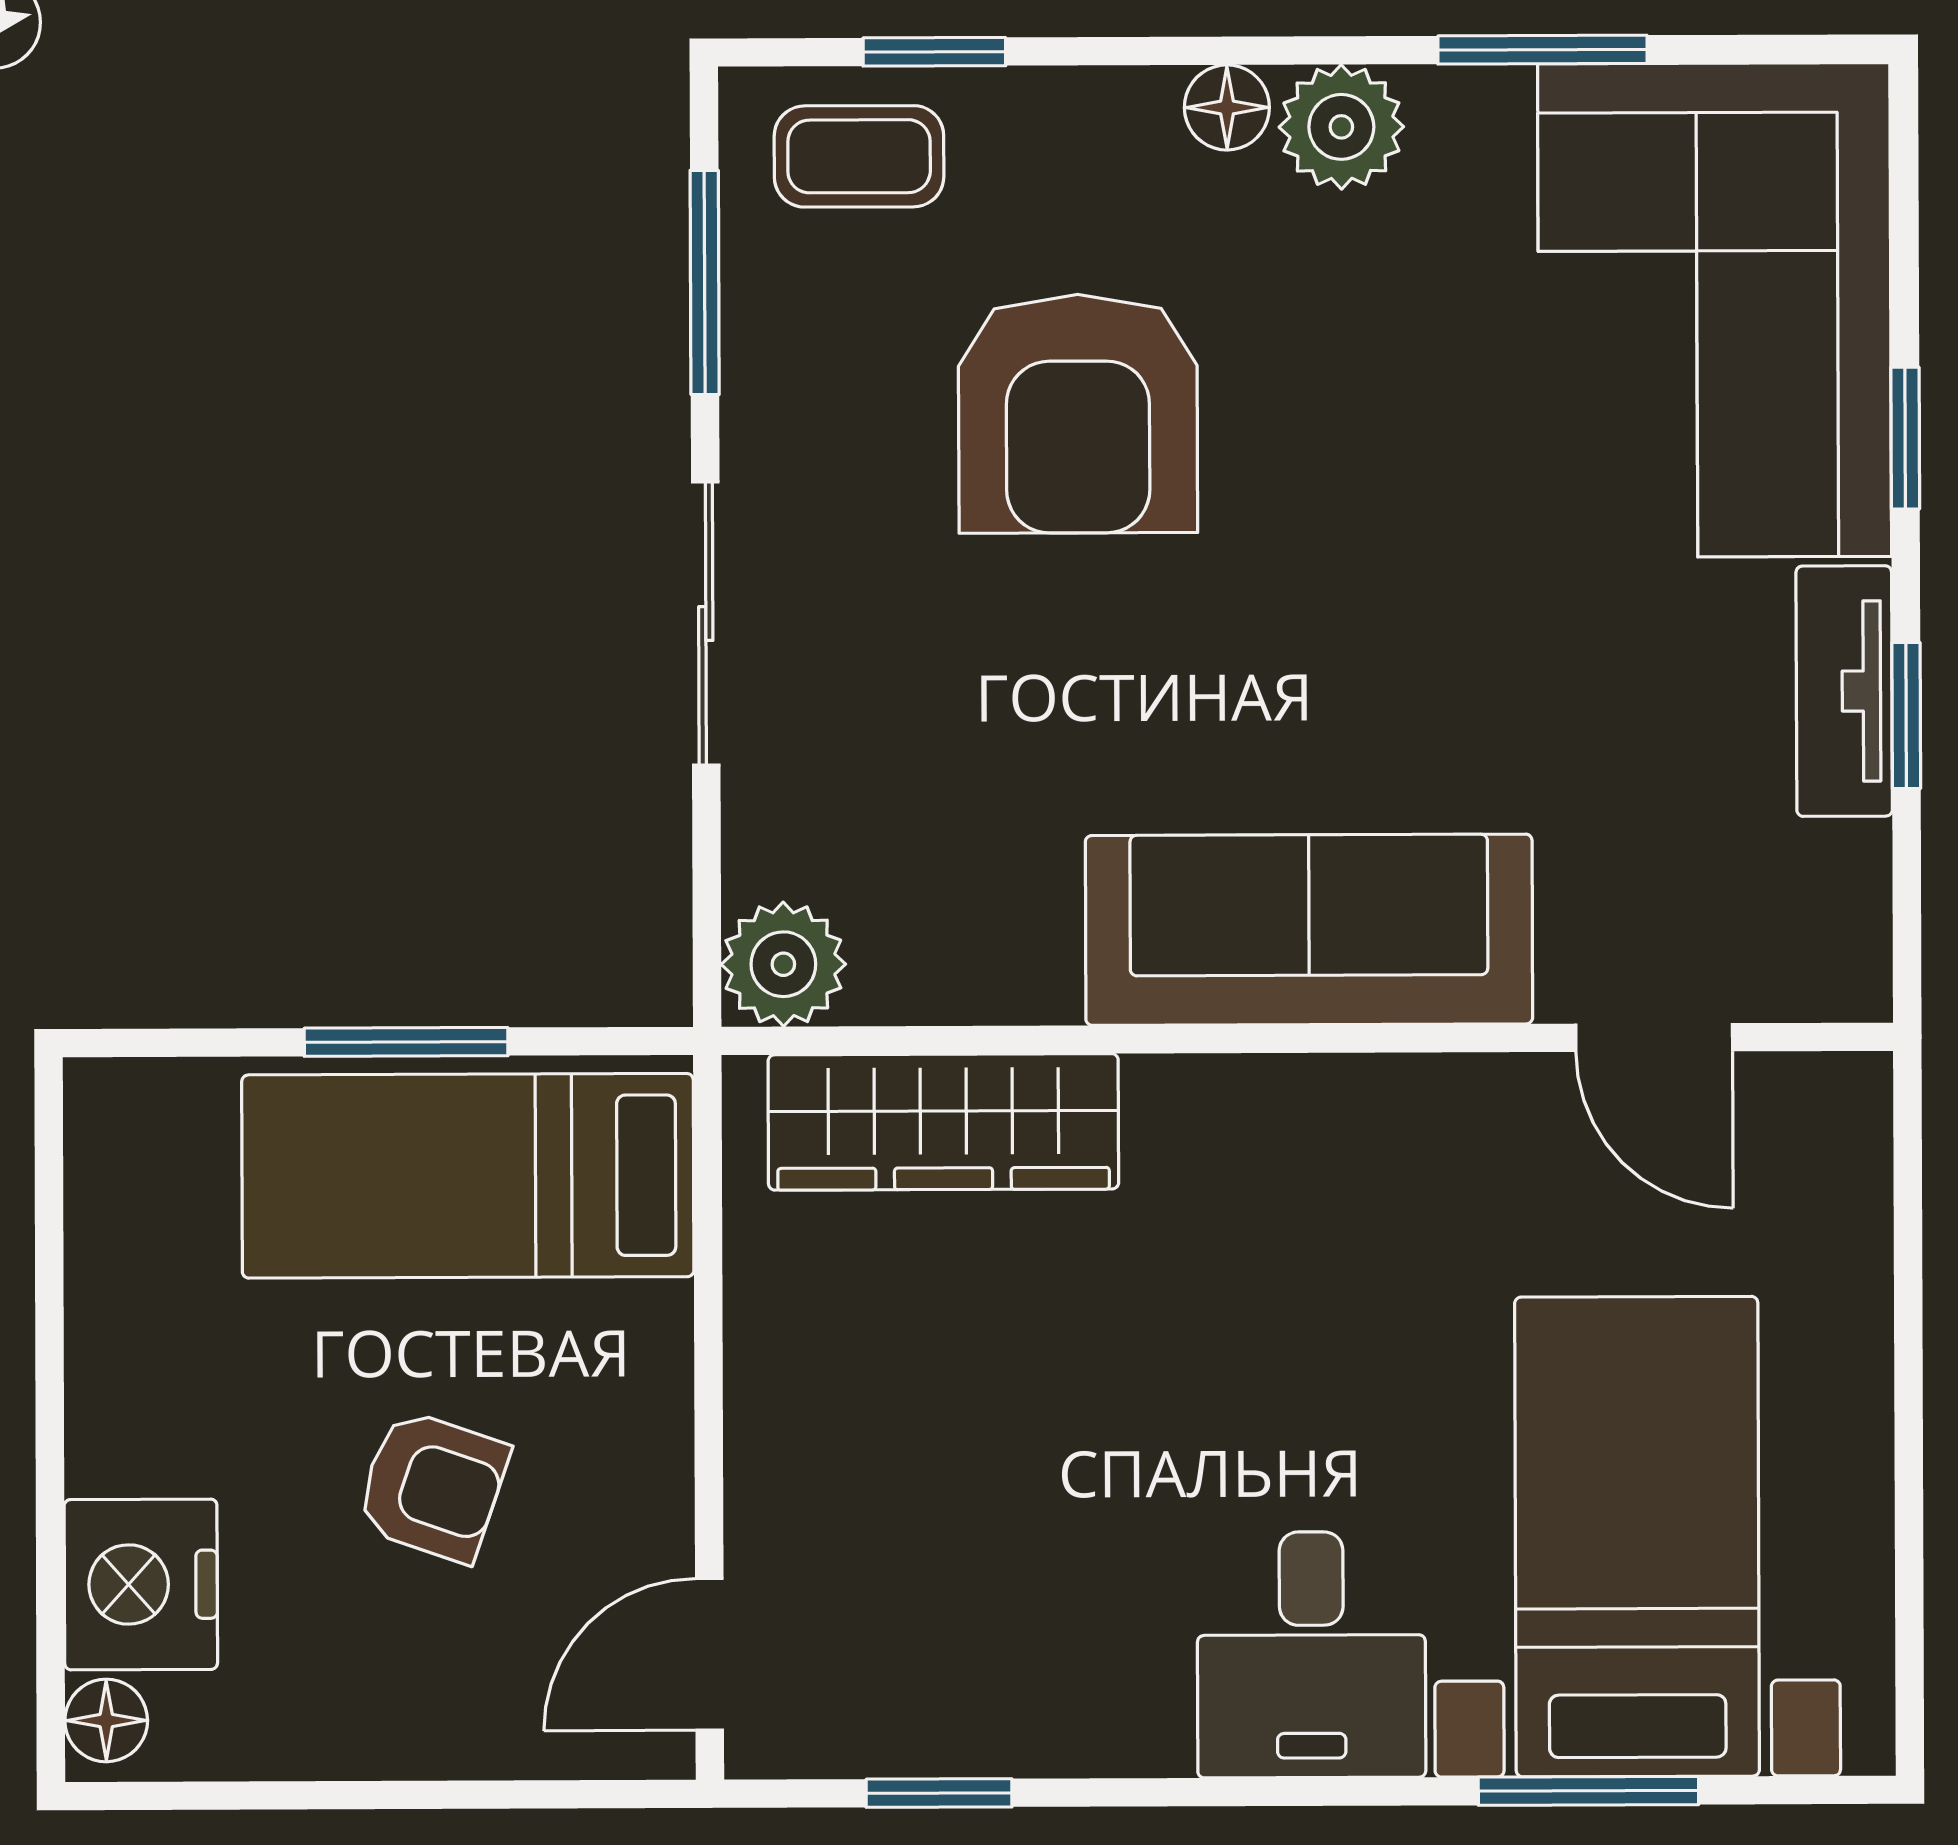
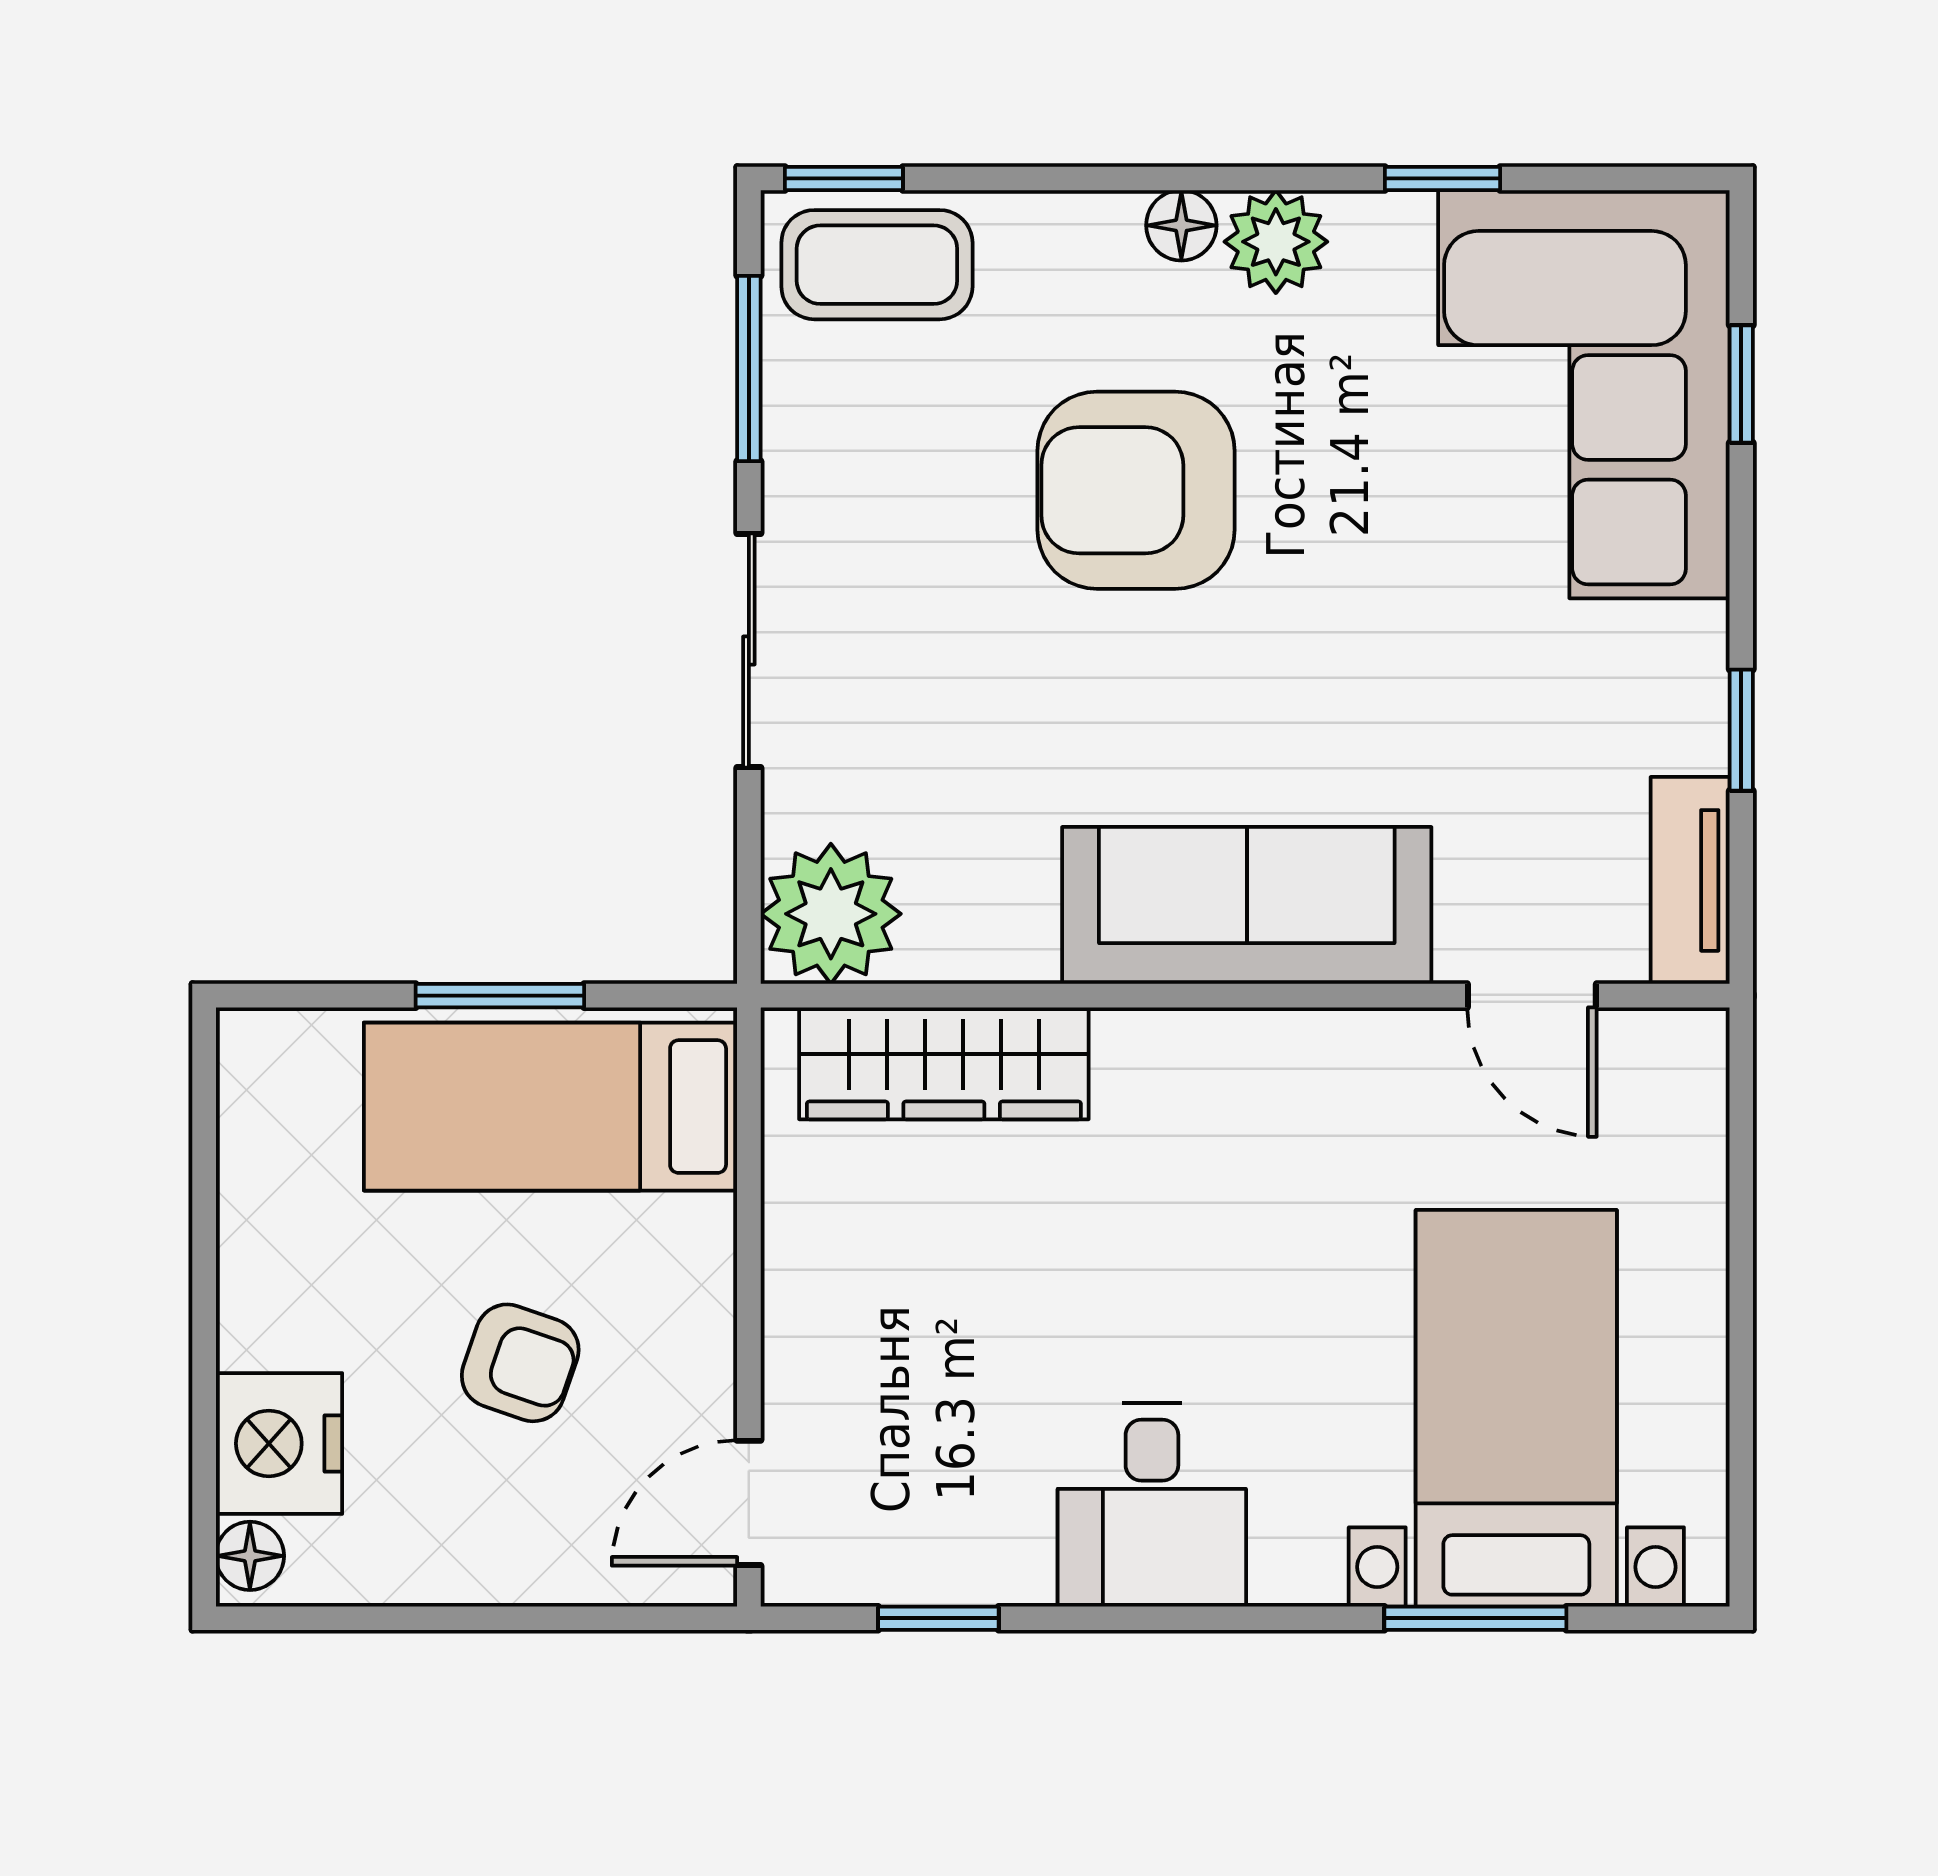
window: (1542, 50) -> (1442, 178), width x0.67
window: (934, 52) -> (844, 178), moved
coffee table: (859, 156) -> (877, 265), width x1.36, depth x1.30
armchair: (1078, 414) -> (1136, 490), moved, turned 90
window: (1905, 438) -> (1741, 384), moved
tv unit: (1844, 691) -> (1690, 880), moved
plant: (783, 964) -> (831, 914), width x1.36, depth x1.36
desk: (1311, 1655) -> (1152, 1505), moved

